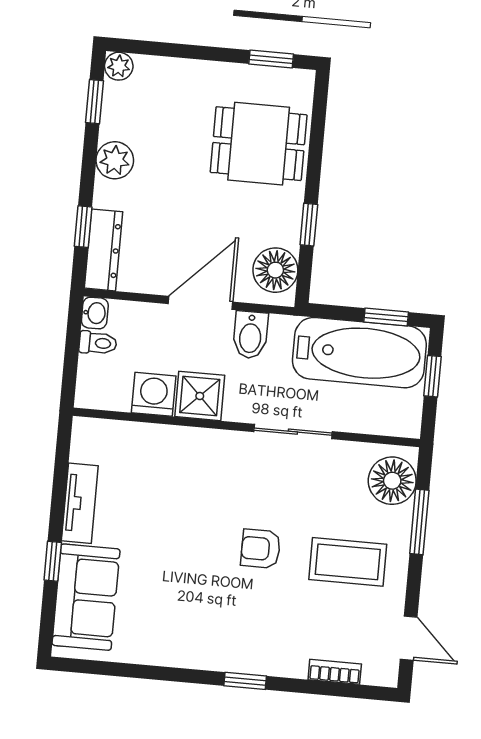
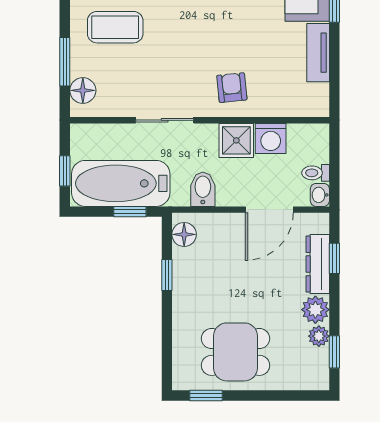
plant: (119, 66) -> (319, 336), moved
dining table: (259, 144) -> (235, 352), moved
dresser: (104, 250) -> (318, 264), moved
floor lamp: (275, 270) -> (184, 234), width x0.73, depth x0.73
door: (201, 303) -> (269, 210), moved
window: (386, 317) -> (130, 212), moved
floor lamp: (392, 481) -> (83, 90), width x0.73, depth x0.73
armchair: (261, 549) -> (232, 88), moved, turned -96

